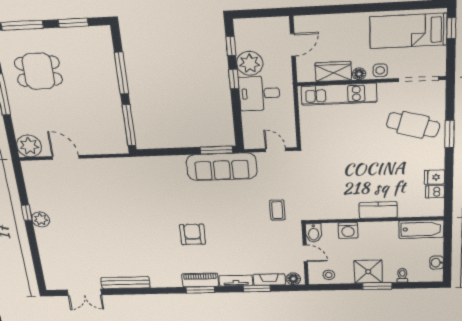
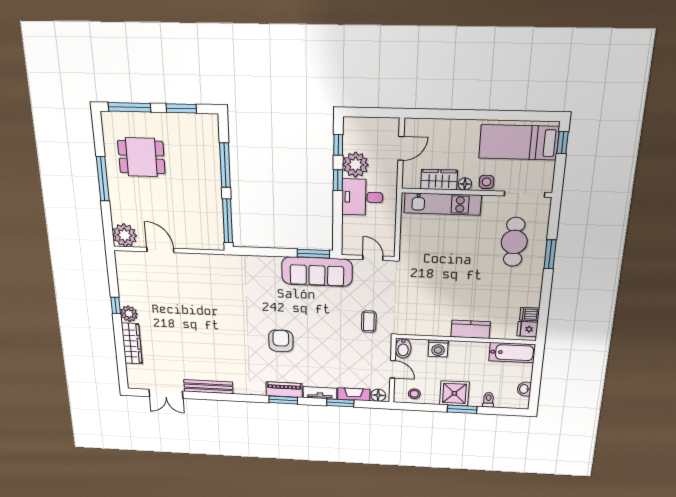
cafe table: (413, 125) -> (514, 242), turned 74
fridge: (435, 177) -> (528, 329), moved
wardrobe: (46, 247) -> (132, 343), added

